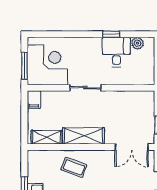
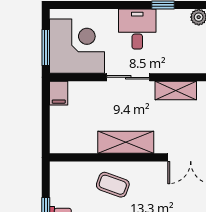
desk: (116, 52) -> (137, 29), moved
shelving: (46, 137) -> (176, 90), moved

